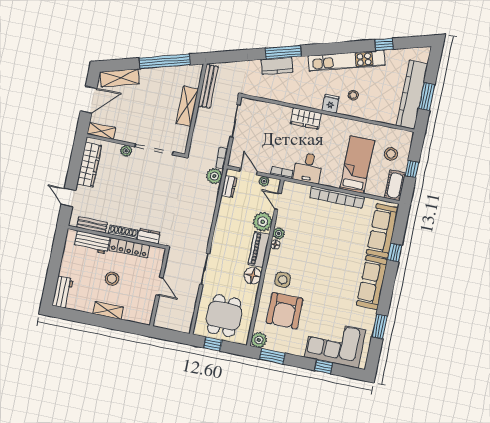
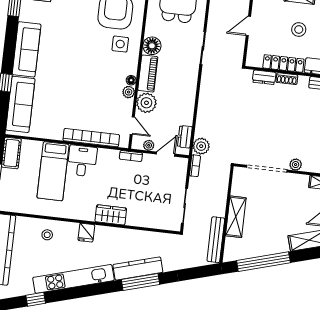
kitchen counter: (277, 66) -> (138, 268), width x1.50
stool: (353, 95) -> (47, 235), moved
stool: (391, 154) -> (18, 185), removed
desk: (308, 168) -> (82, 161), moved
door: (249, 172) -> (166, 154), swing flipped
bookcase: (337, 197) -> (91, 138), moved
shoe rack: (123, 232) -> (287, 79), width x0.70
door: (160, 286) -> (248, 26), hinge flipped

